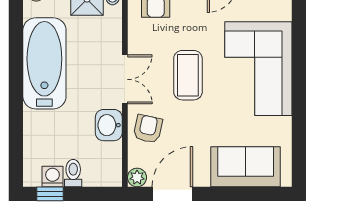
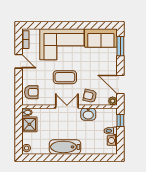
bathtub: (44, 63) -> (65, 147), width x0.73, depth x0.73
sofa: (246, 167) -> (101, 38), moved, turned -90
window: (50, 194) -> (120, 120), moved
window: (254, 194) -> (120, 46), added

